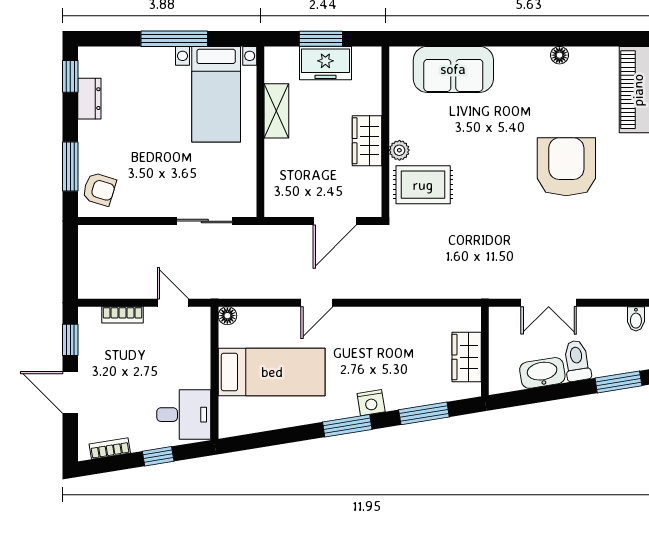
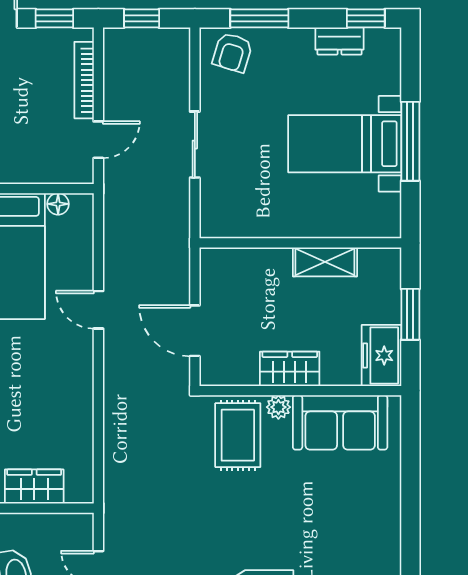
freezer: (325, 63) -> (381, 355), moved
sofa: (453, 69) -> (340, 422), moved, turned -90
bed with nightstands: (216, 94) -> (345, 144), moved
sliding door: (205, 221) -> (195, 145), moved
window: (70, 266) -> (142, 18), added
bookcase: (123, 315) -> (84, 80), width x1.56
floor lamp: (227, 316) -> (58, 204), moved

